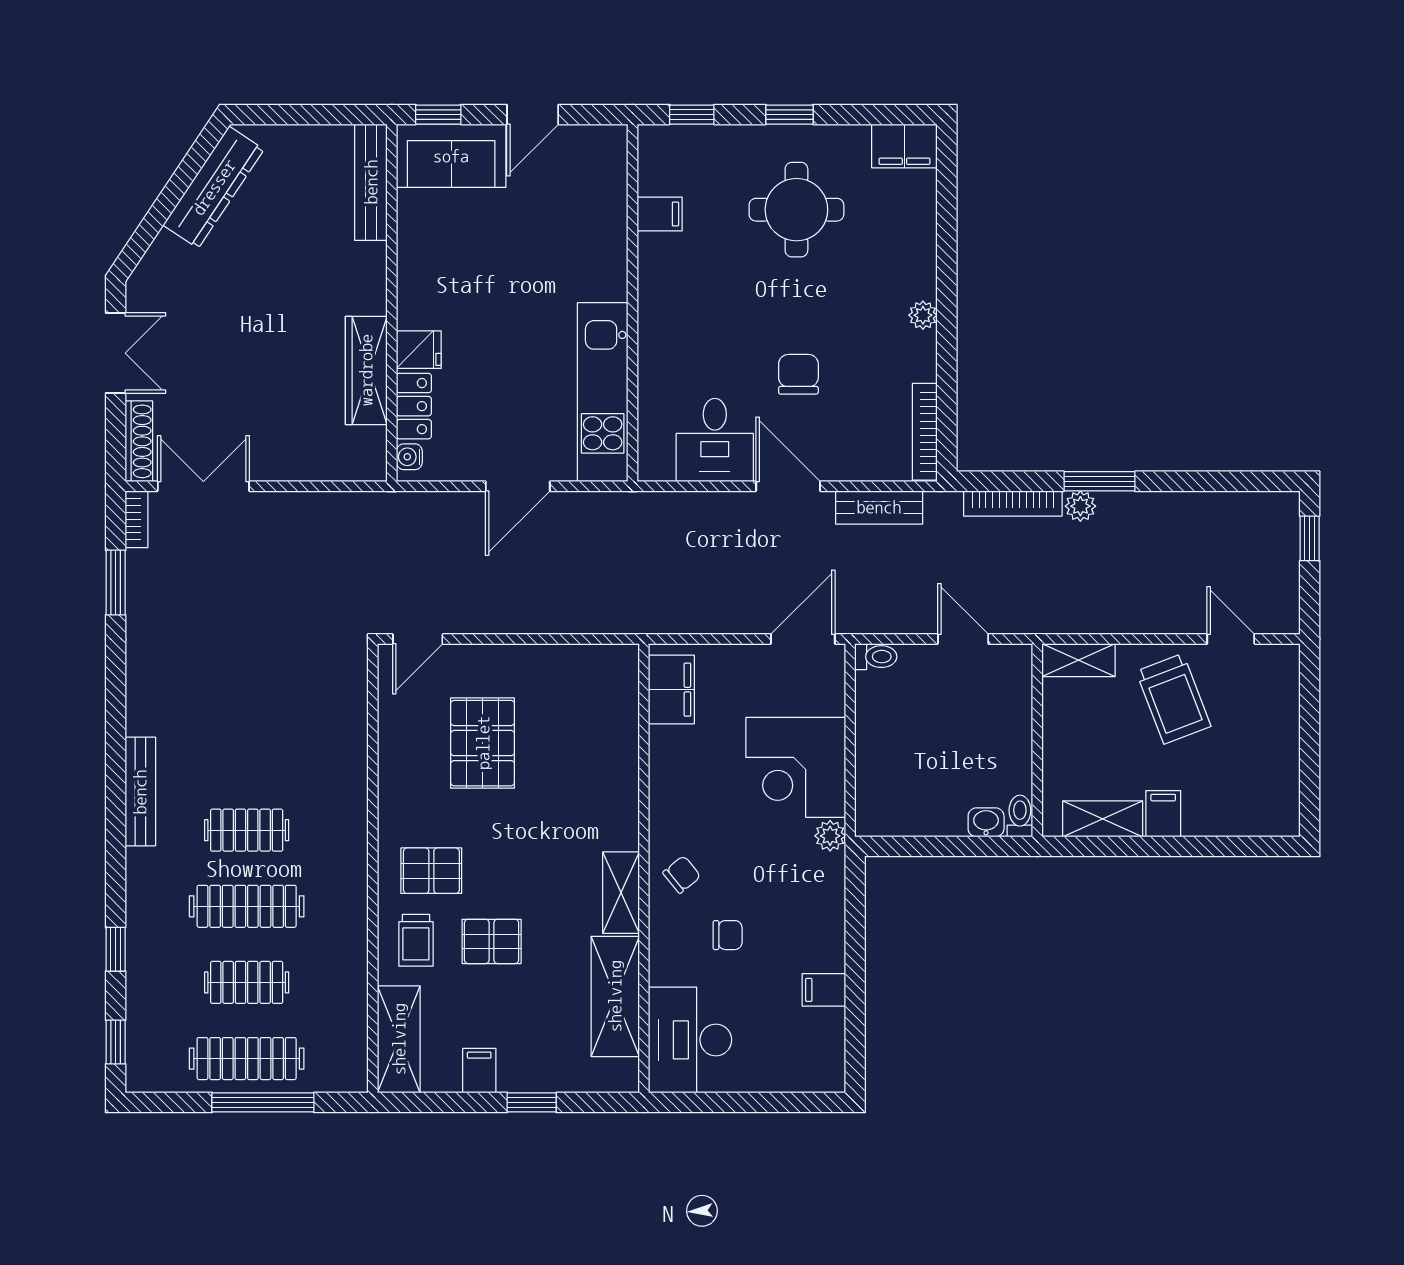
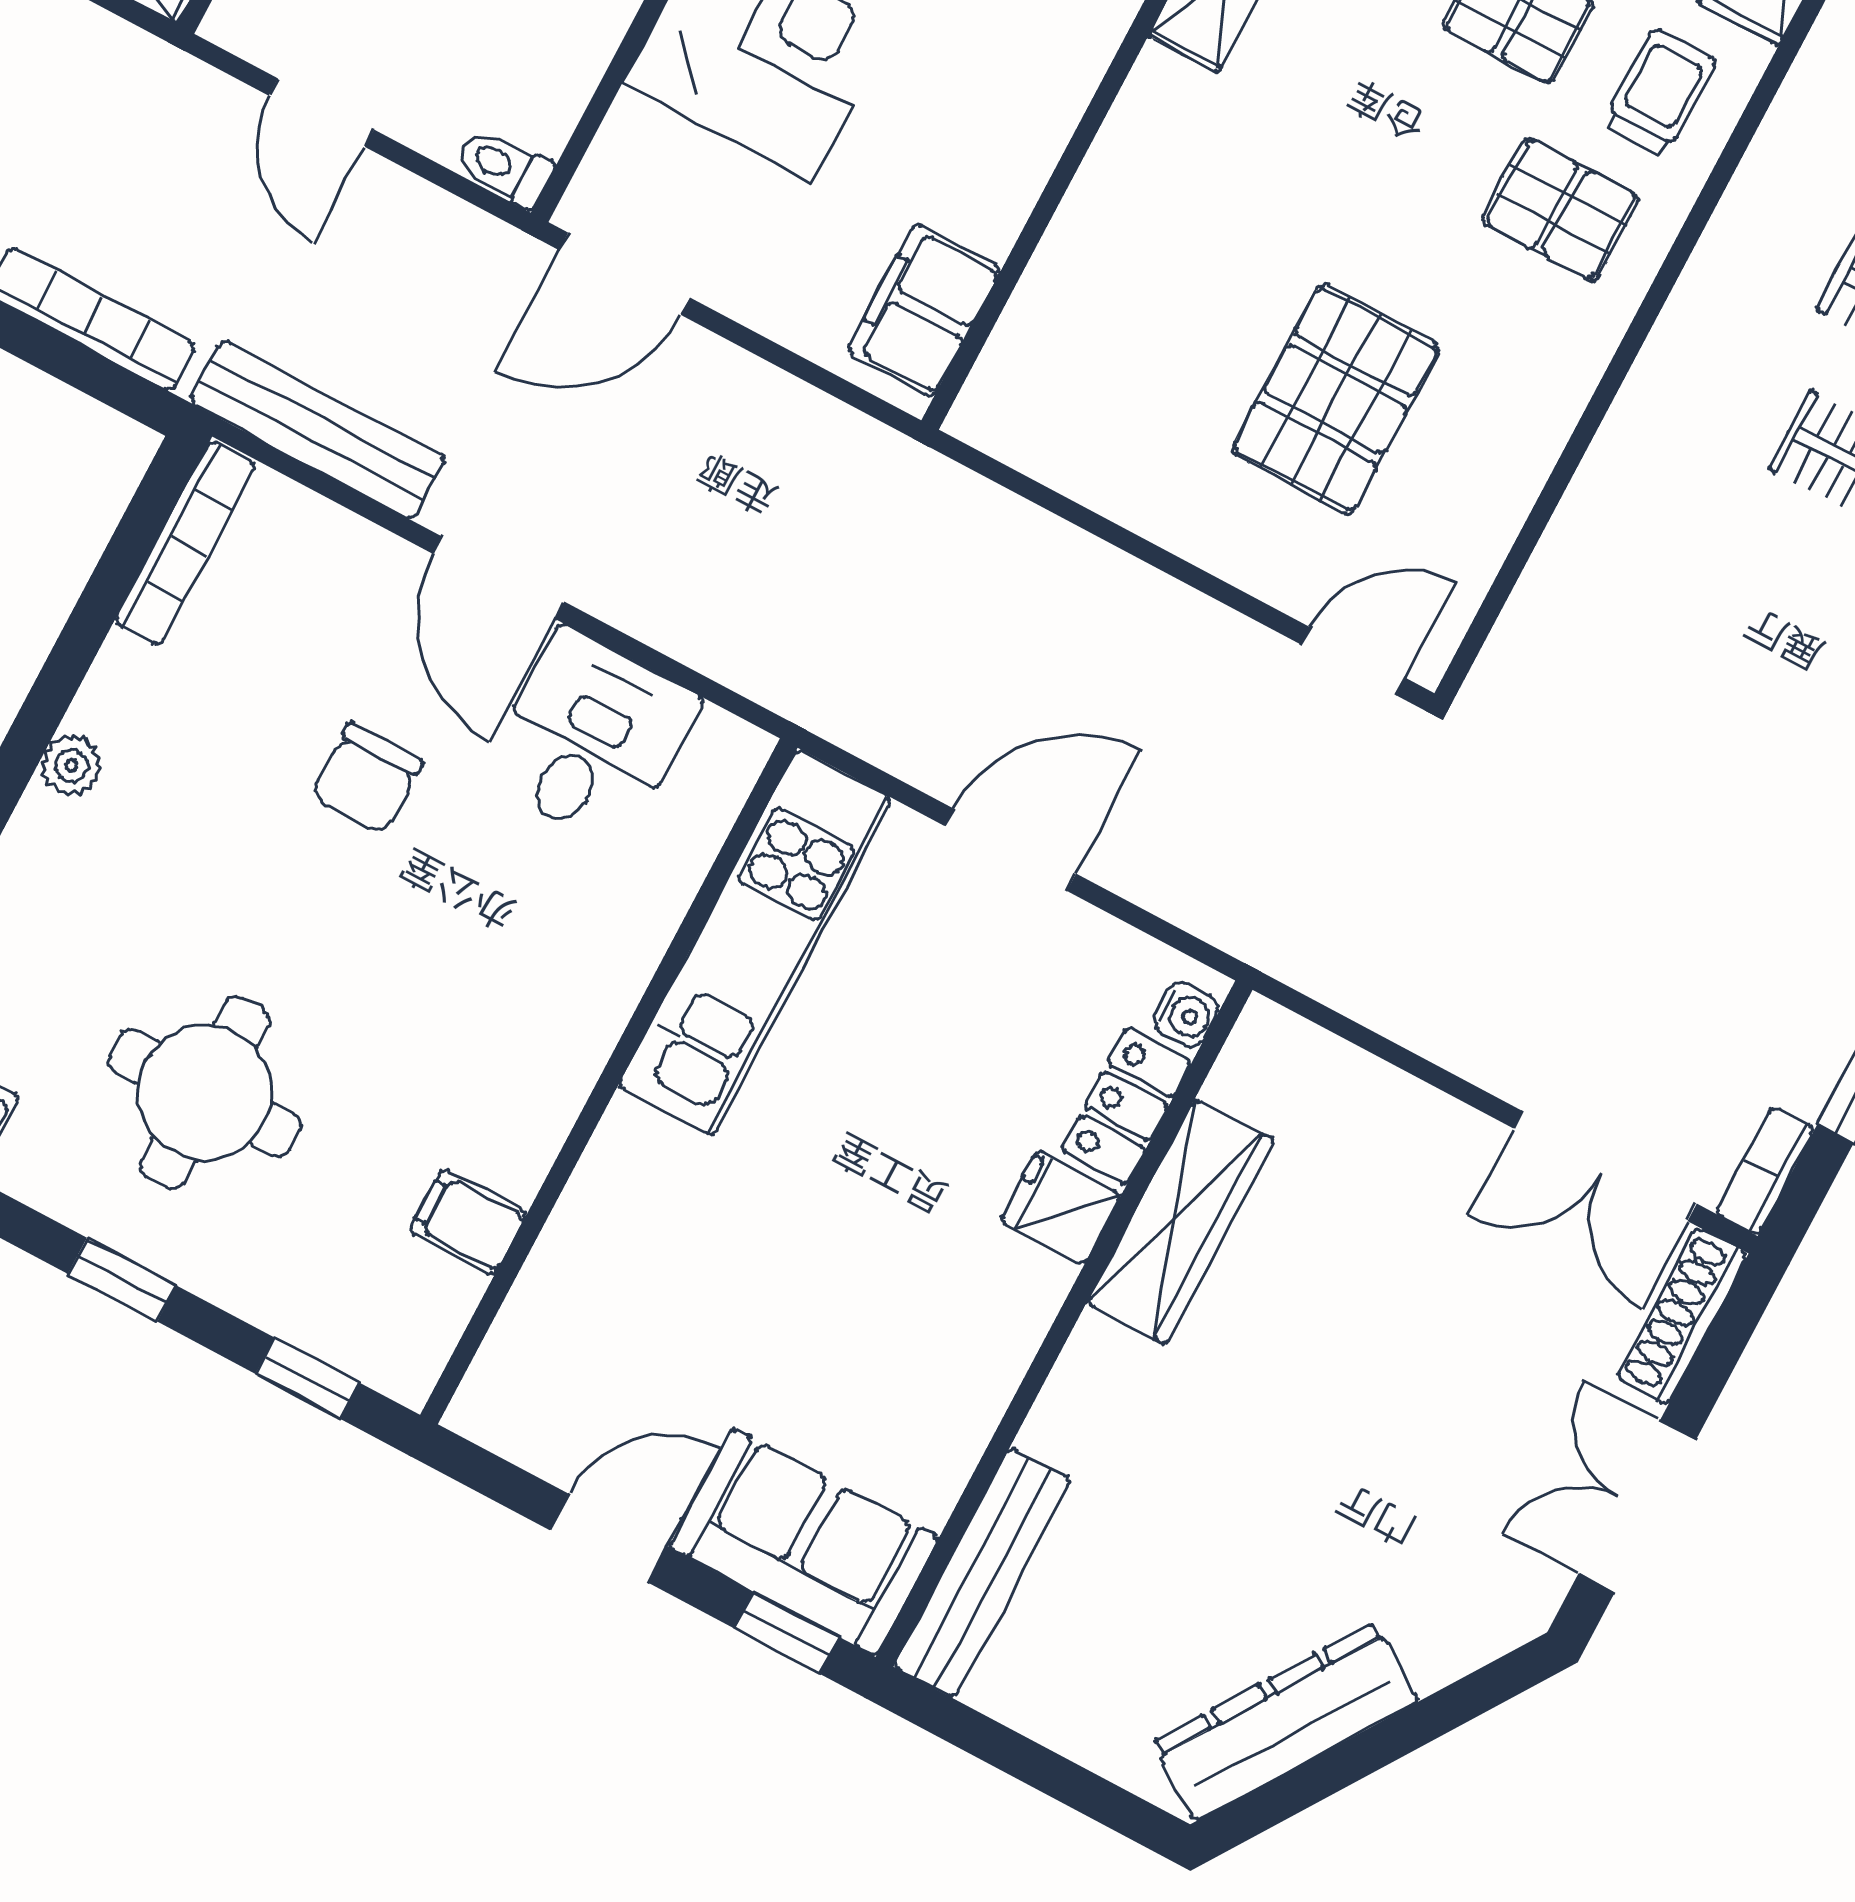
bench: (879, 507) -> (318, 430), width x1.36

